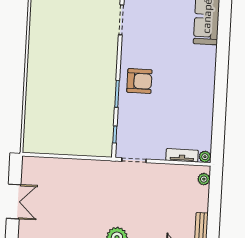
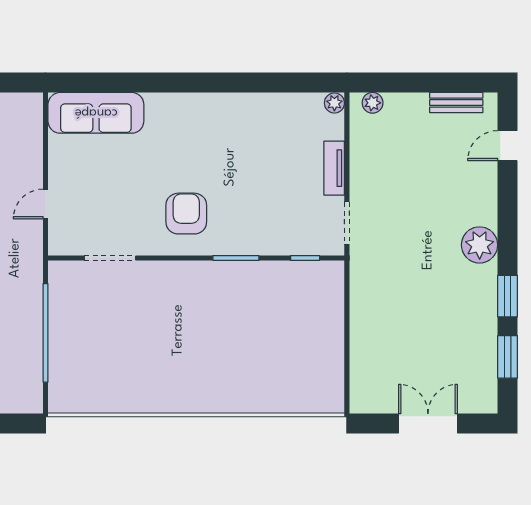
armchair: (139, 81) -> (186, 214), moved
tv unit: (182, 155) -> (334, 168), moved

